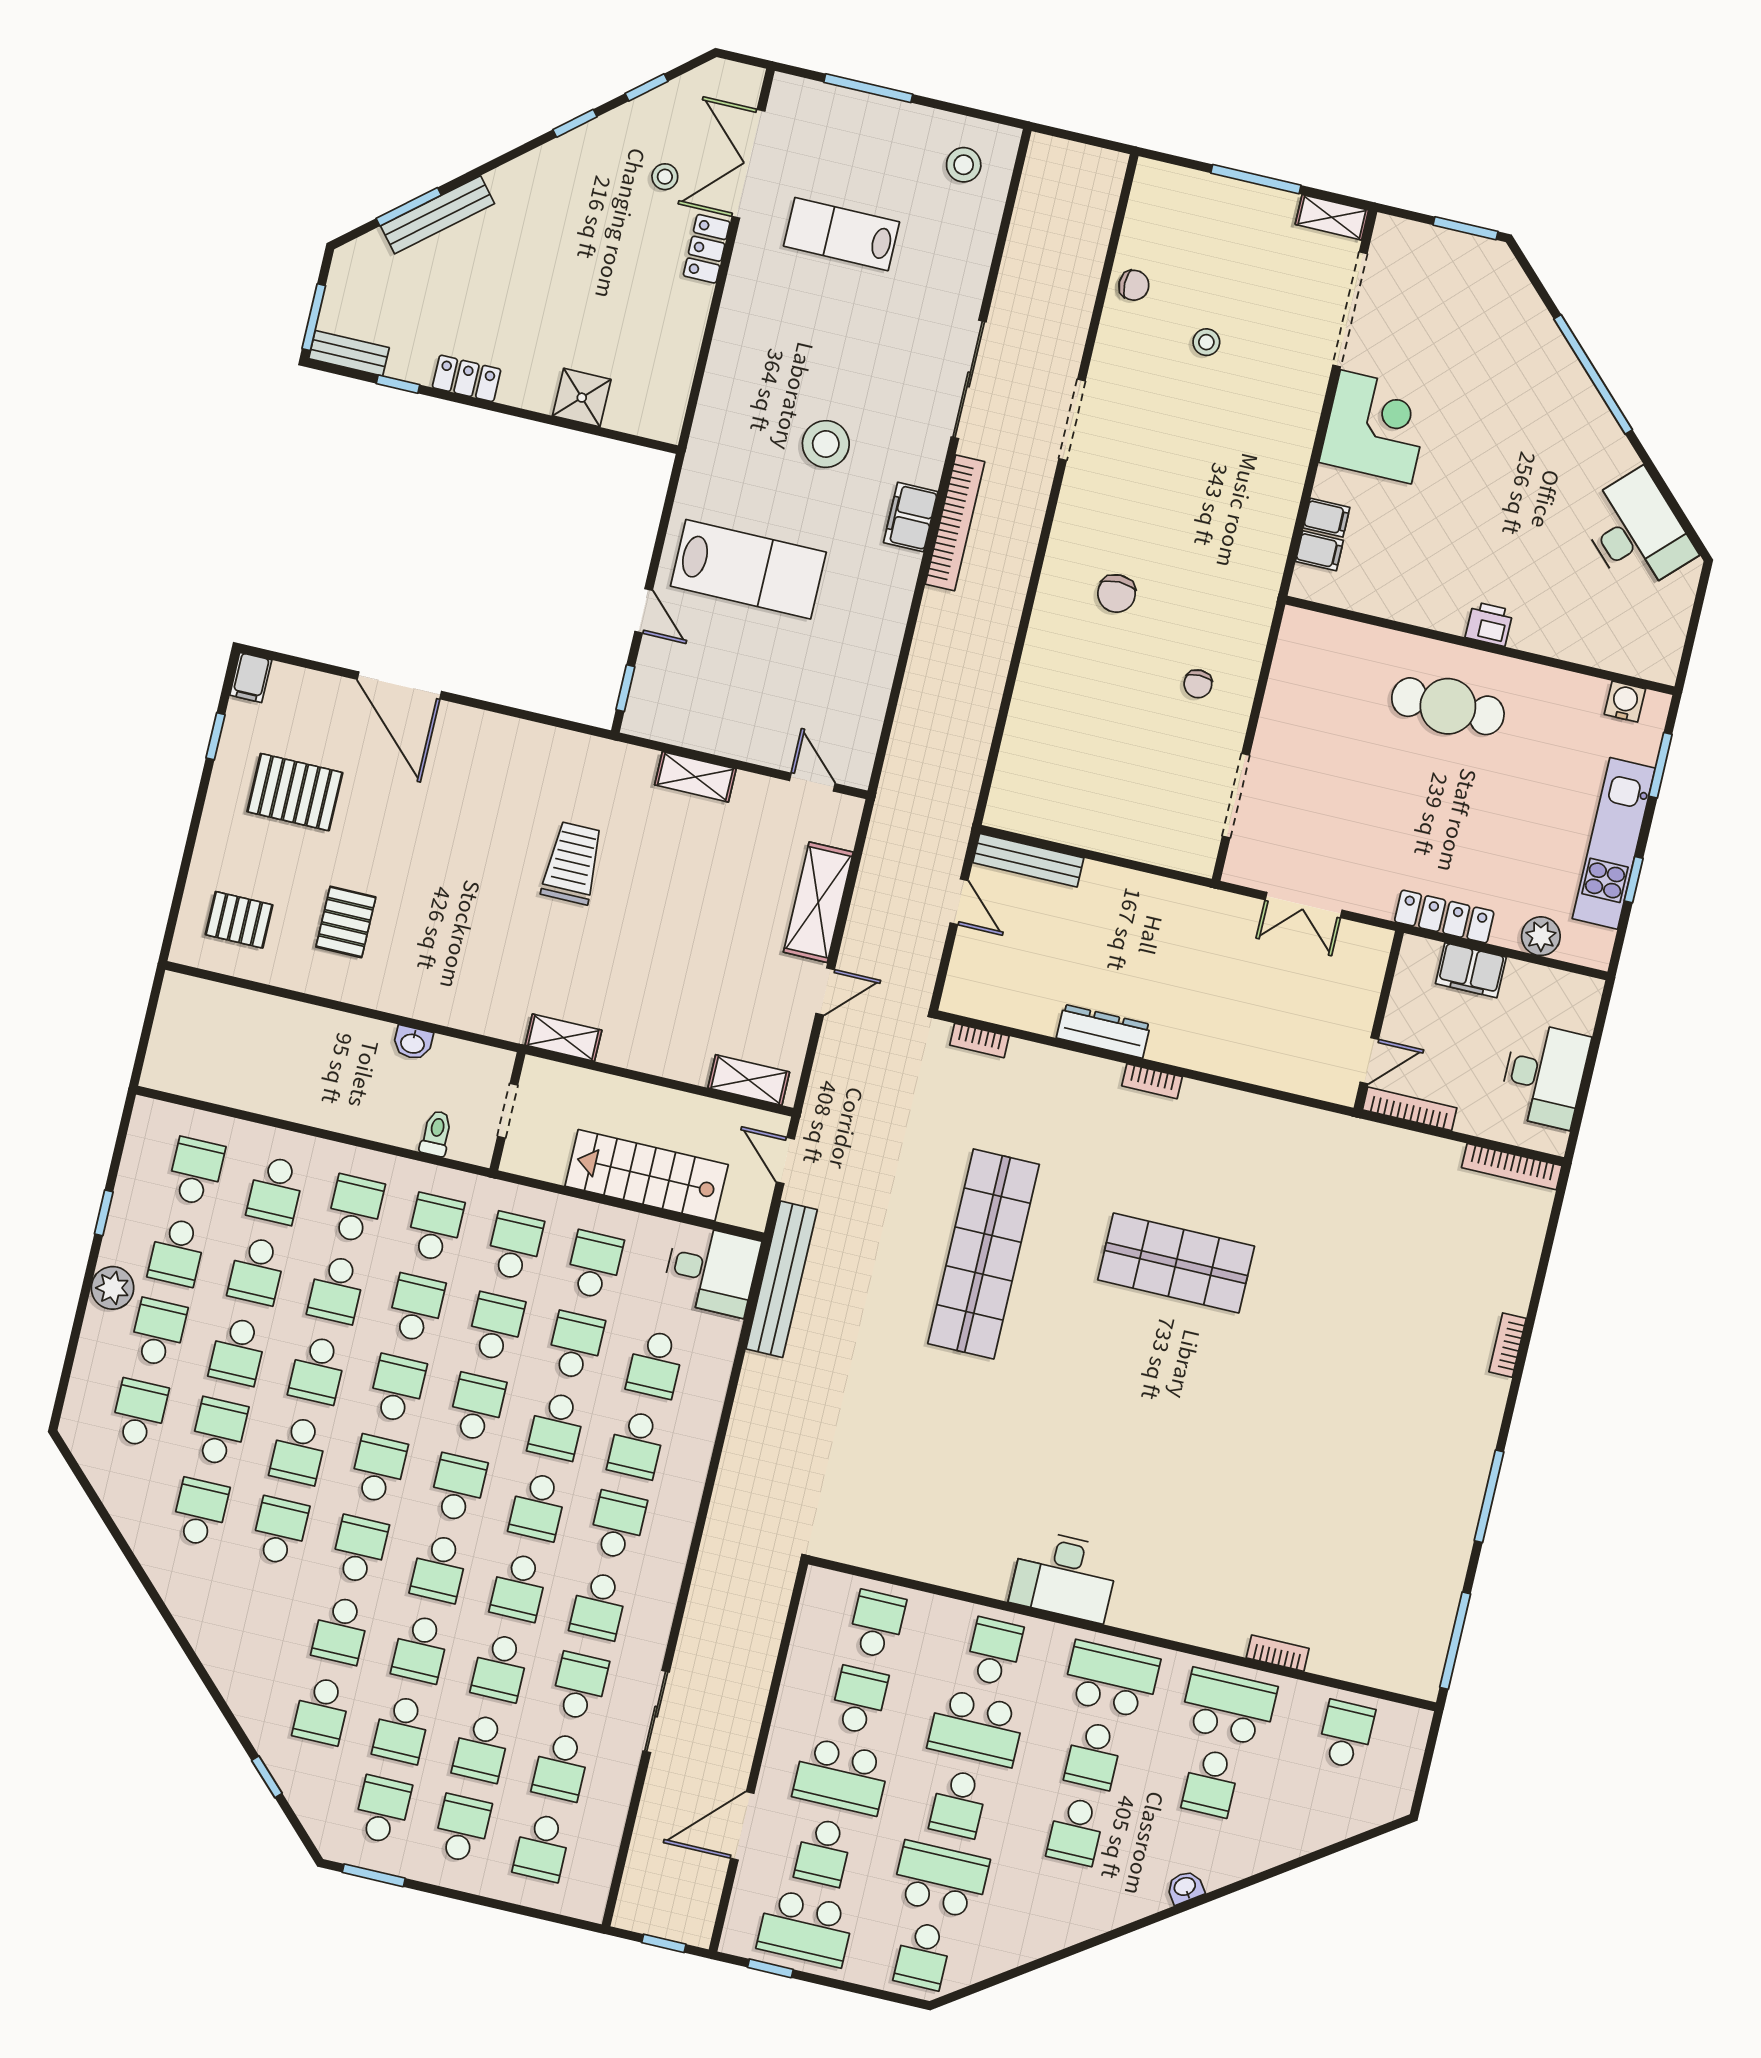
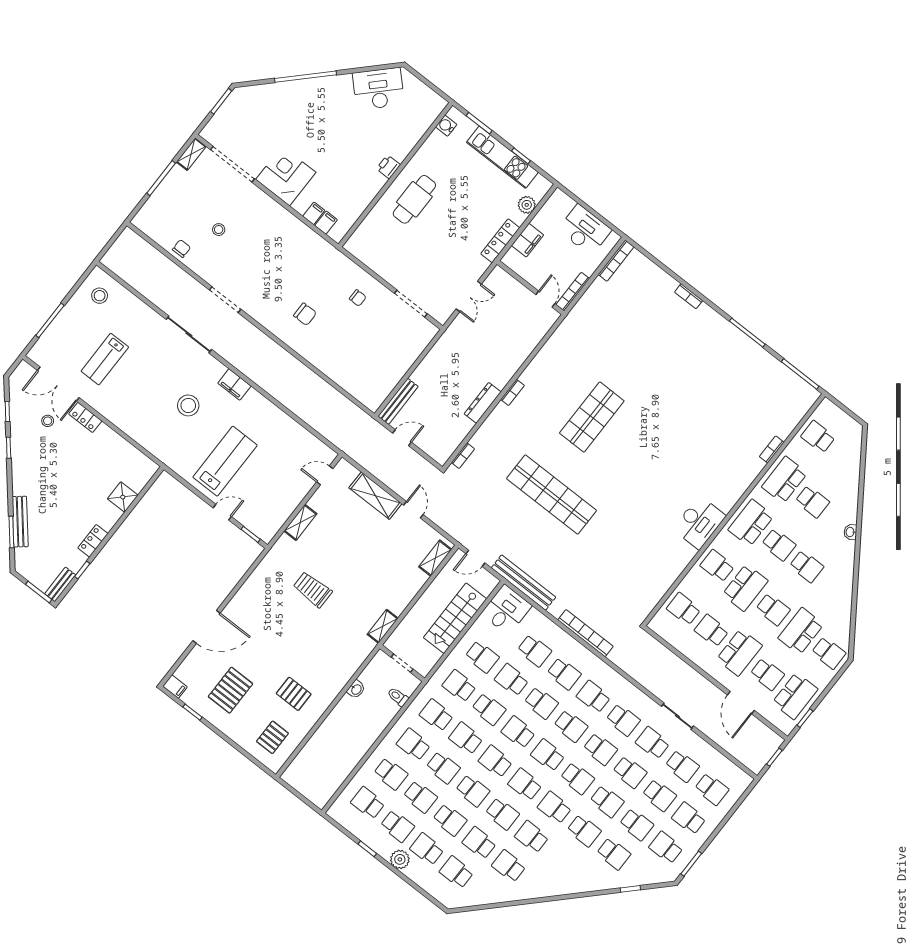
bookcase: (955, 523) -> (586, 633), moved
school desk: (594, 1265) -> (482, 657), turned 180
school desk: (496, 1327) -> (489, 709), turned 180

